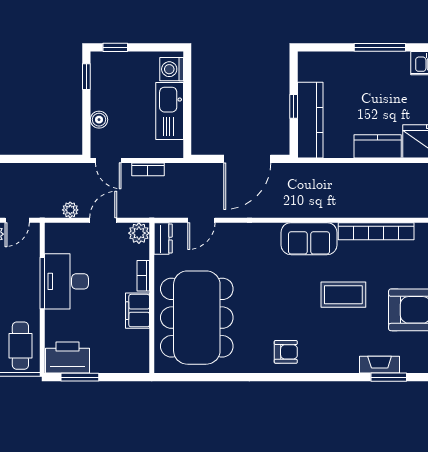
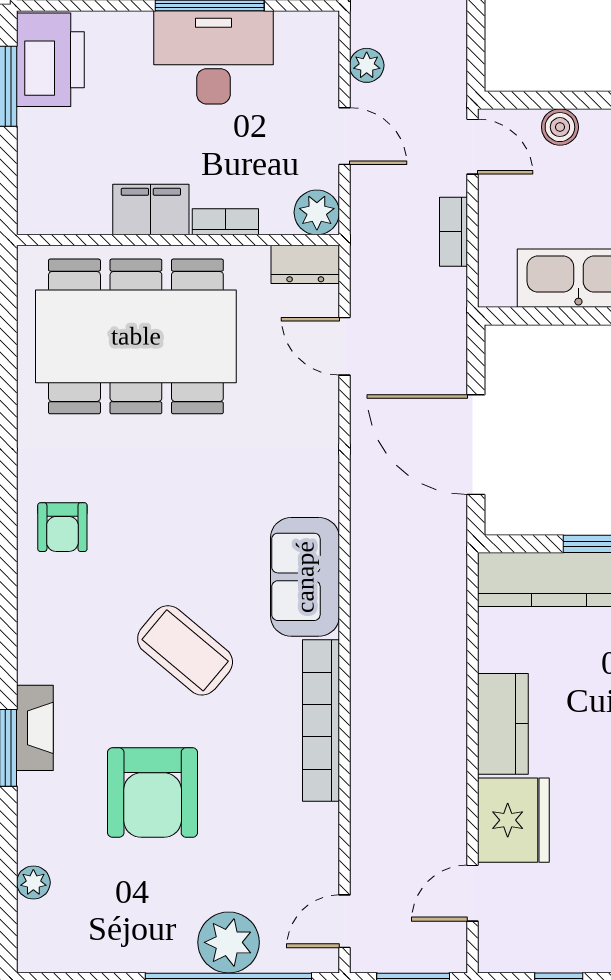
door: (108, 160) -> (472, 147), swing flipped
coffee table: (343, 295) -> (185, 650), turned -50

